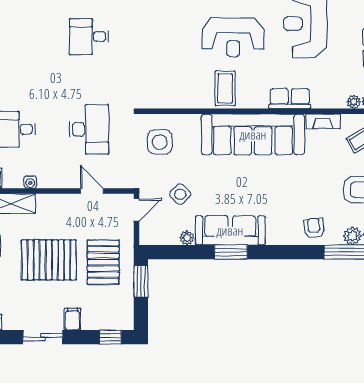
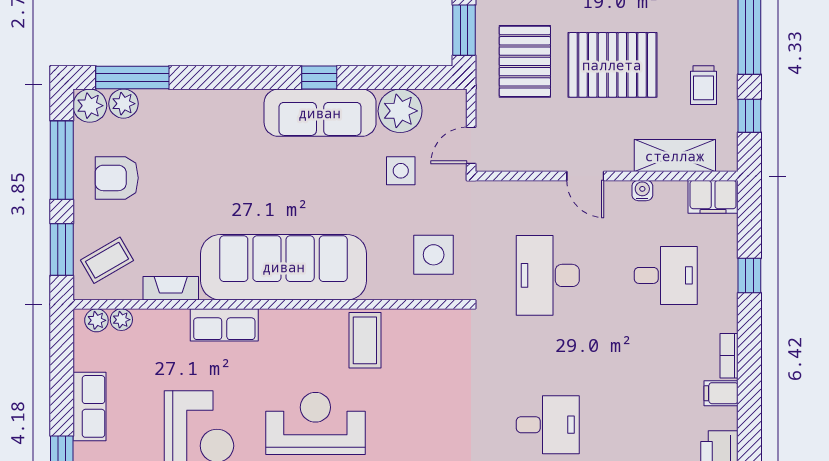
coffee table: (225, 88) -> (365, 340), moved
door: (92, 191) -> (585, 176), moved
side table: (180, 194) -> (401, 171), turned 45
armchair: (314, 228) -> (185, 116), removed
plant: (187, 238) -> (400, 111), width x1.88, depth x1.88
window: (231, 252) -> (319, 78), width x0.67

